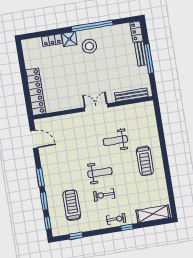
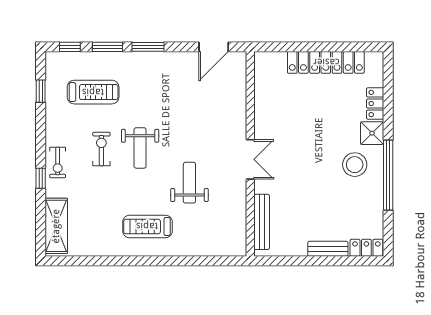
window: (149, 59) -> (318, 261), removed
locker: (36, 92) -> (326, 62), moved

